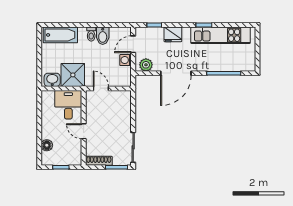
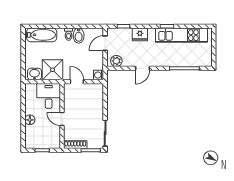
washing machine: (126, 60) -> (99, 75), moved
door: (176, 73) -> (142, 68), width x0.53
floor lamp: (47, 145) -> (30, 120), moved

